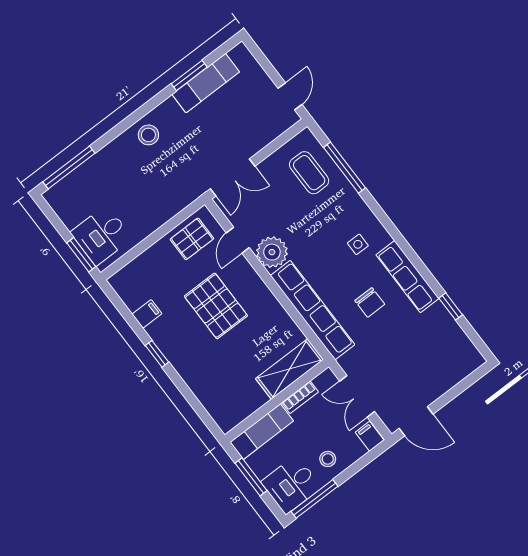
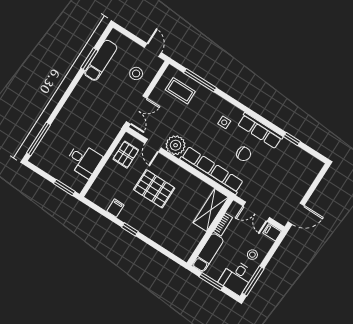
stool: (148, 135) -> (136, 73), moved
desk: (101, 235) -> (84, 160), moved, turned -90

